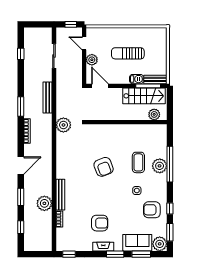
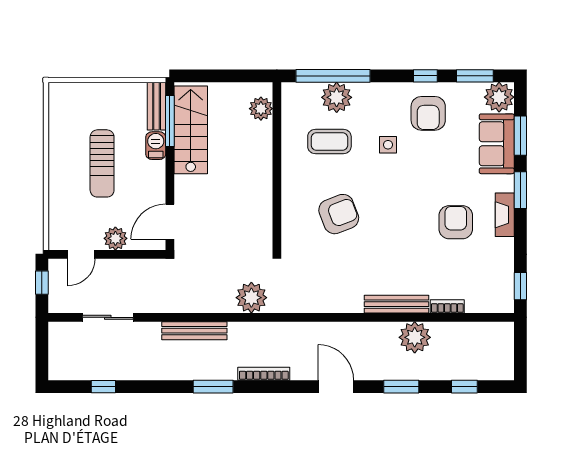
plant: (154, 114) -> (261, 109), moved
wall: (127, 122) -> (277, 166), moved

